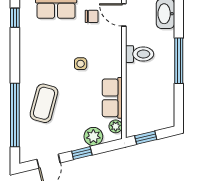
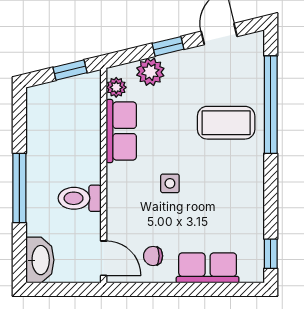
coffee table: (44, 103) -> (226, 123), turned 75

